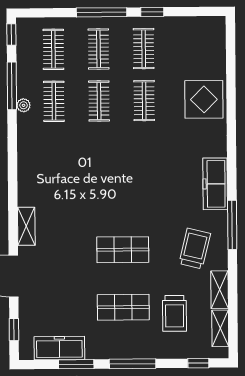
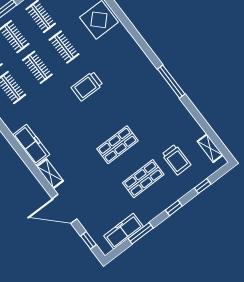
freezer: (215, 184) -> (31, 145), moved, turned 180
trolley: (195, 249) -> (87, 86), moved, turned -104
shelving: (220, 290) -> (193, 126), removed
window: (198, 363) -> (203, 186), moved
window: (133, 364) -> (174, 208), width x0.46

